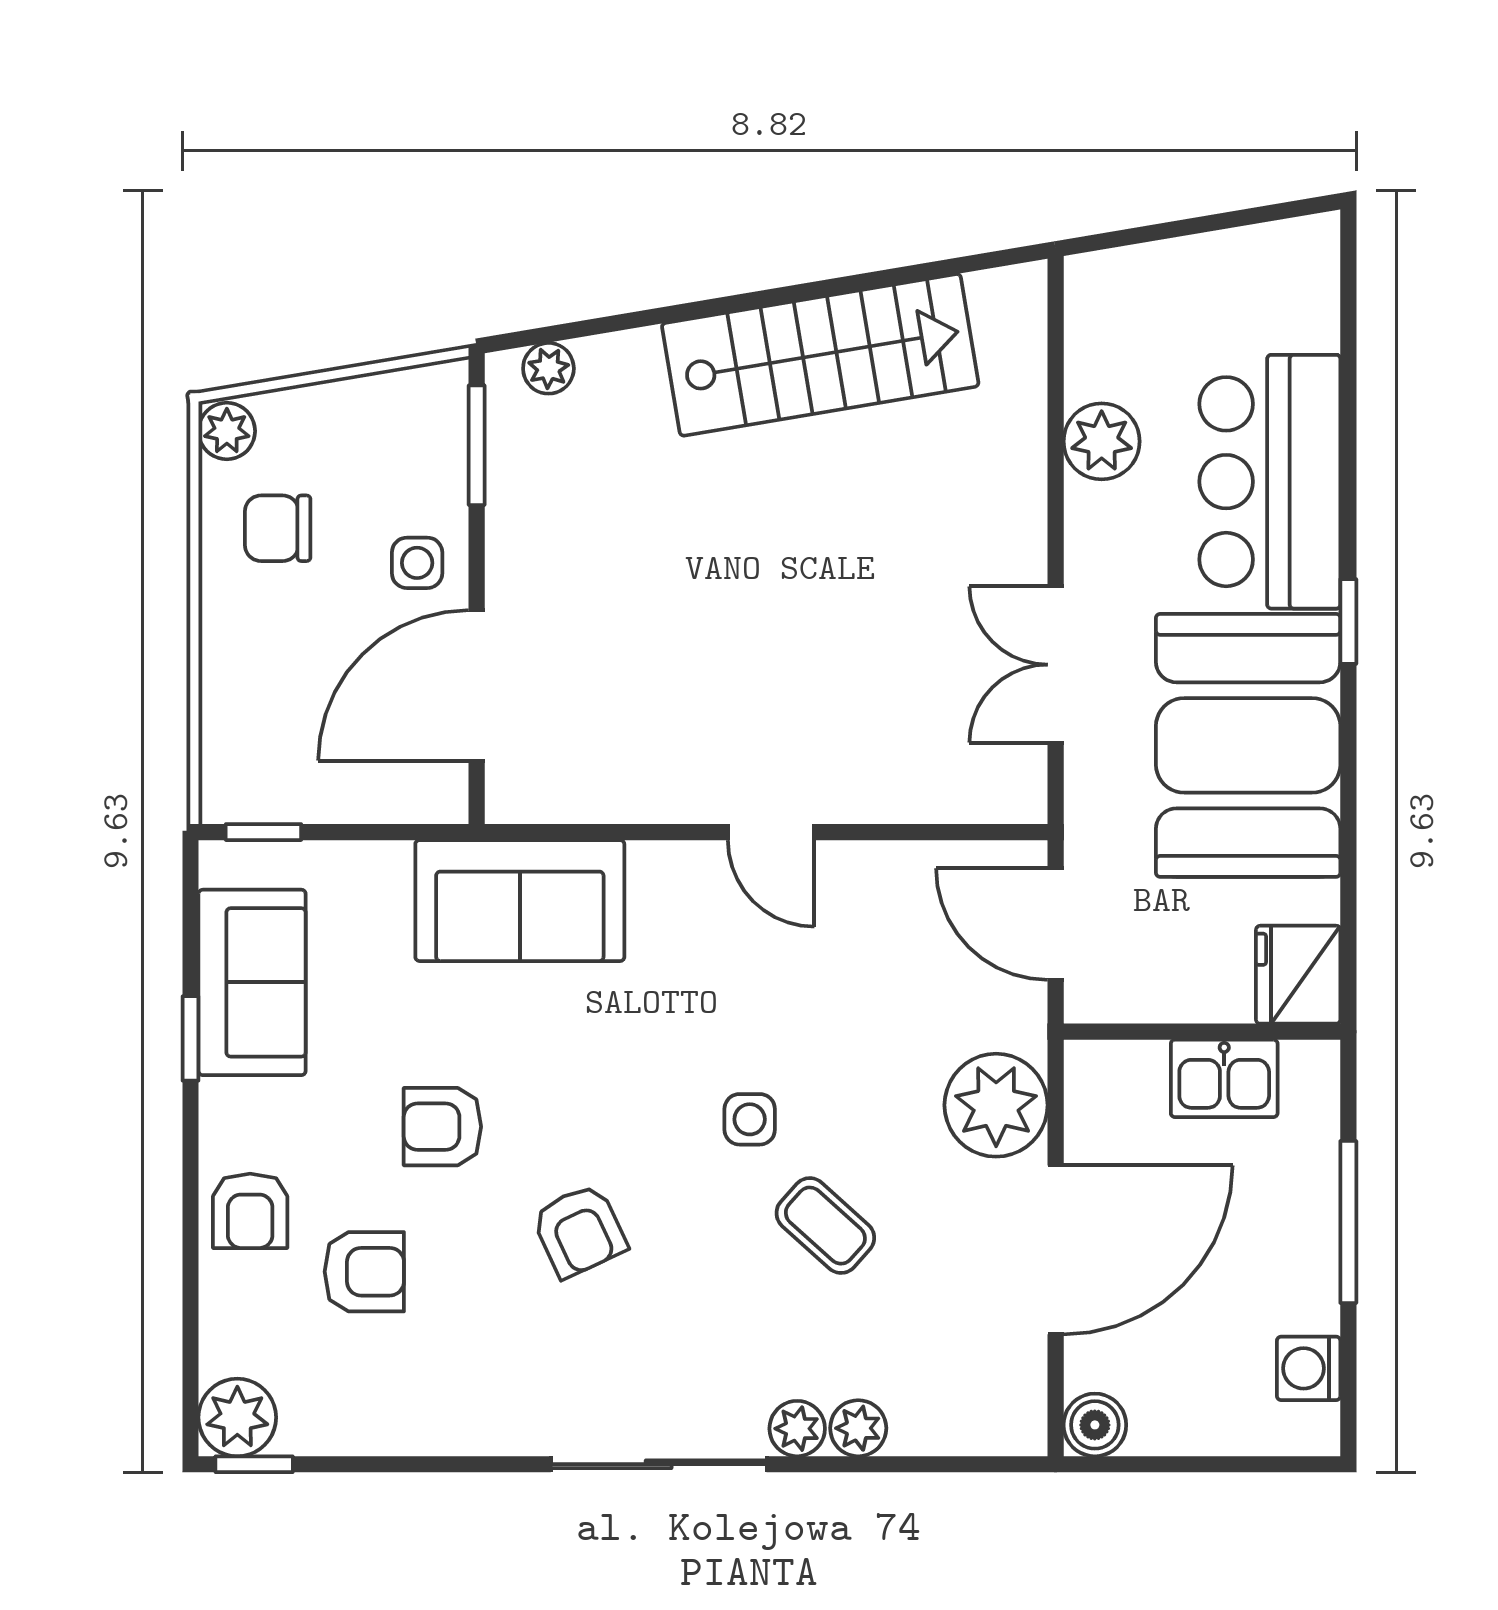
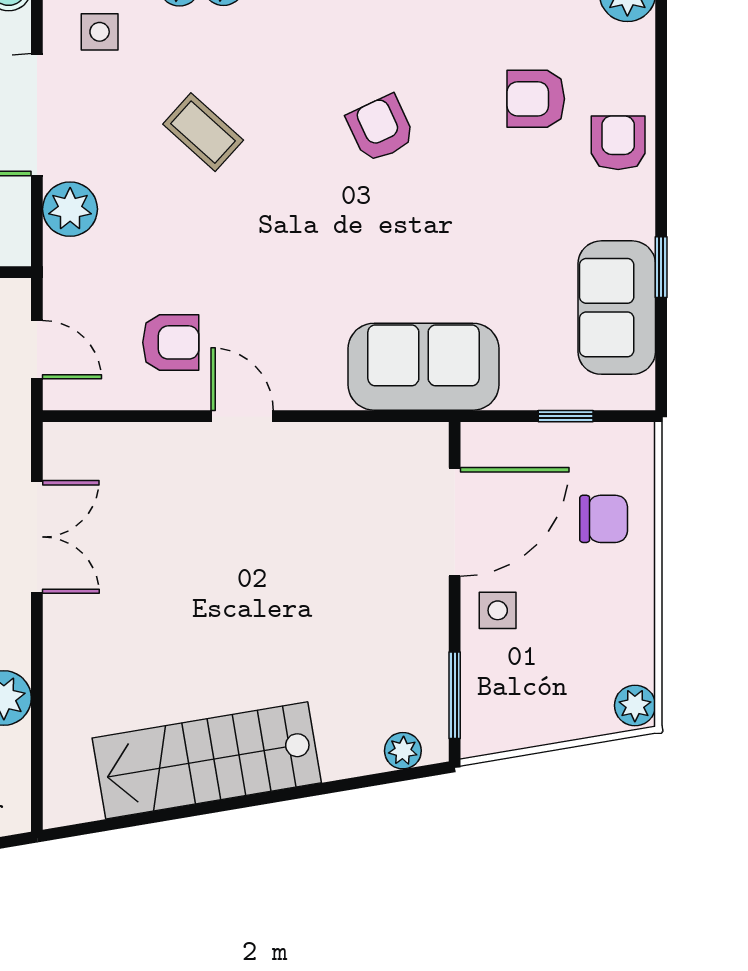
chair: (278, 528) -> (604, 519), moved
window: (263, 832) -> (566, 416), moved
door: (1056, 924) -> (37, 350), width x0.73
plant: (996, 1105) -> (70, 209), width x0.73, depth x0.73
side table: (750, 1119) -> (100, 32), moved
armchair: (442, 1127) -> (171, 342), moved

